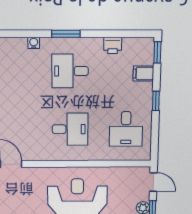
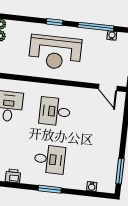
water cooler: (34, 43) -> (92, 187), moved

